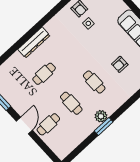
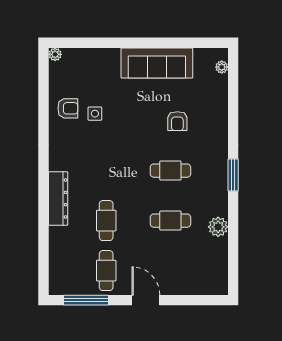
plant: (101, 116) -> (218, 227), moved
cafe table: (48, 124) -> (106, 271), moved
window: (104, 126) -> (233, 175), moved

